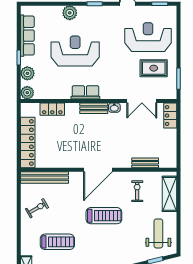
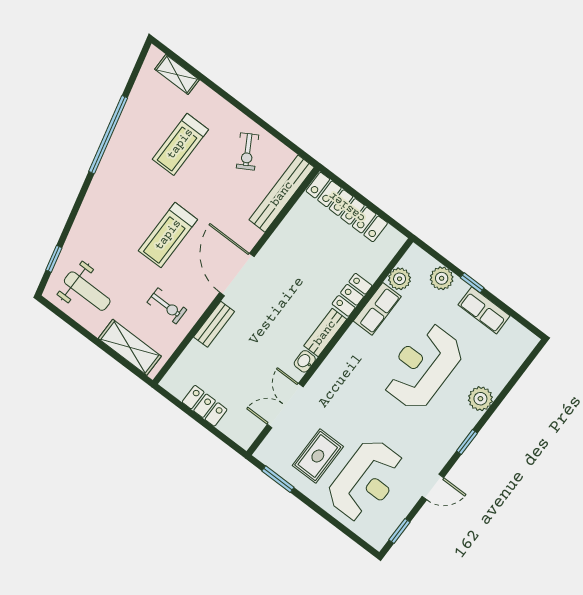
row of seats: (27, 36) -> (484, 310), width x0.68
reception desk: (75, 51) -> (423, 367), turned 180
row of seats: (85, 92) -> (377, 309), moved
plant: (27, 93) -> (400, 279), moved
locker: (52, 109) -> (352, 295), moved
locker: (170, 116) -> (205, 406), moved
bench: (145, 163) -> (214, 324), moved

